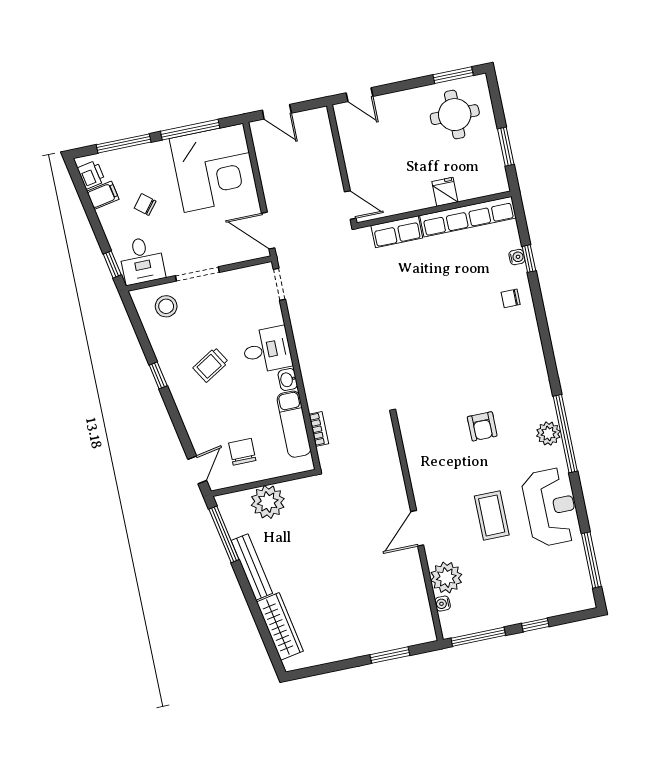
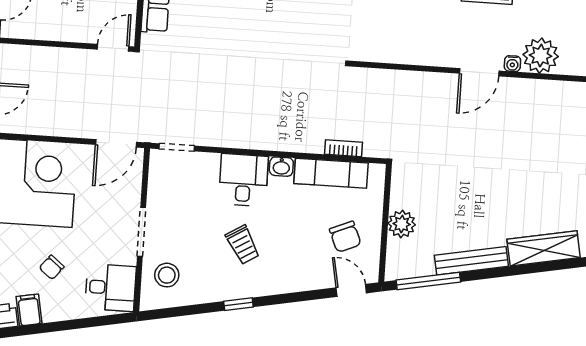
window: (112, 264) -> (106, 320), removed
chair: (242, 452) -> (345, 237), turned -113
plant: (268, 502) -> (402, 224), width x0.73, depth x0.73
door: (417, 528) -> (479, 72), hinge flipped
water cooler: (443, 604) -> (512, 64), moved

